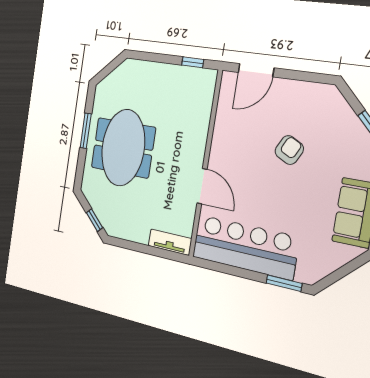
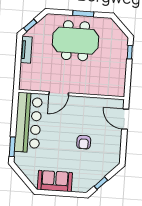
window: (193, 62) -> (130, 52), moved
armchair: (289, 150) -> (84, 142), turned 63
tv unit: (170, 242) -> (26, 50), moved

